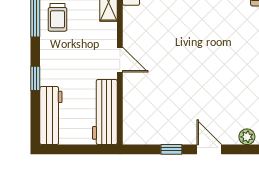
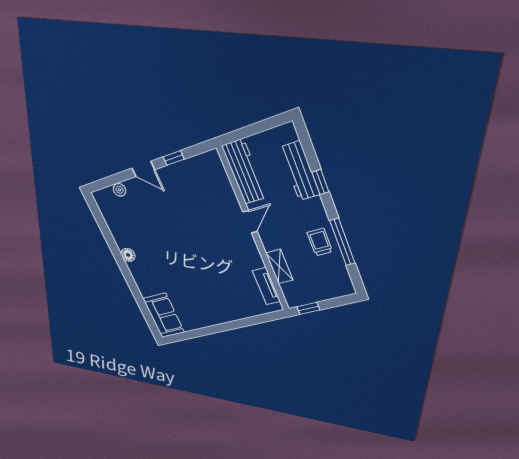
door: (120, 60) -> (250, 222), swing flipped
workbench: (51, 116) -> (300, 171), moved

